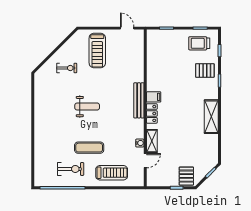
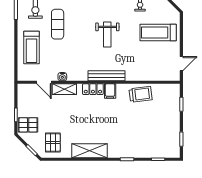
trolley: (199, 43) -> (141, 94), moved, turned 83
pallet: (205, 70) -> (53, 142), moved
weight bench: (87, 107) -> (107, 34), moved

